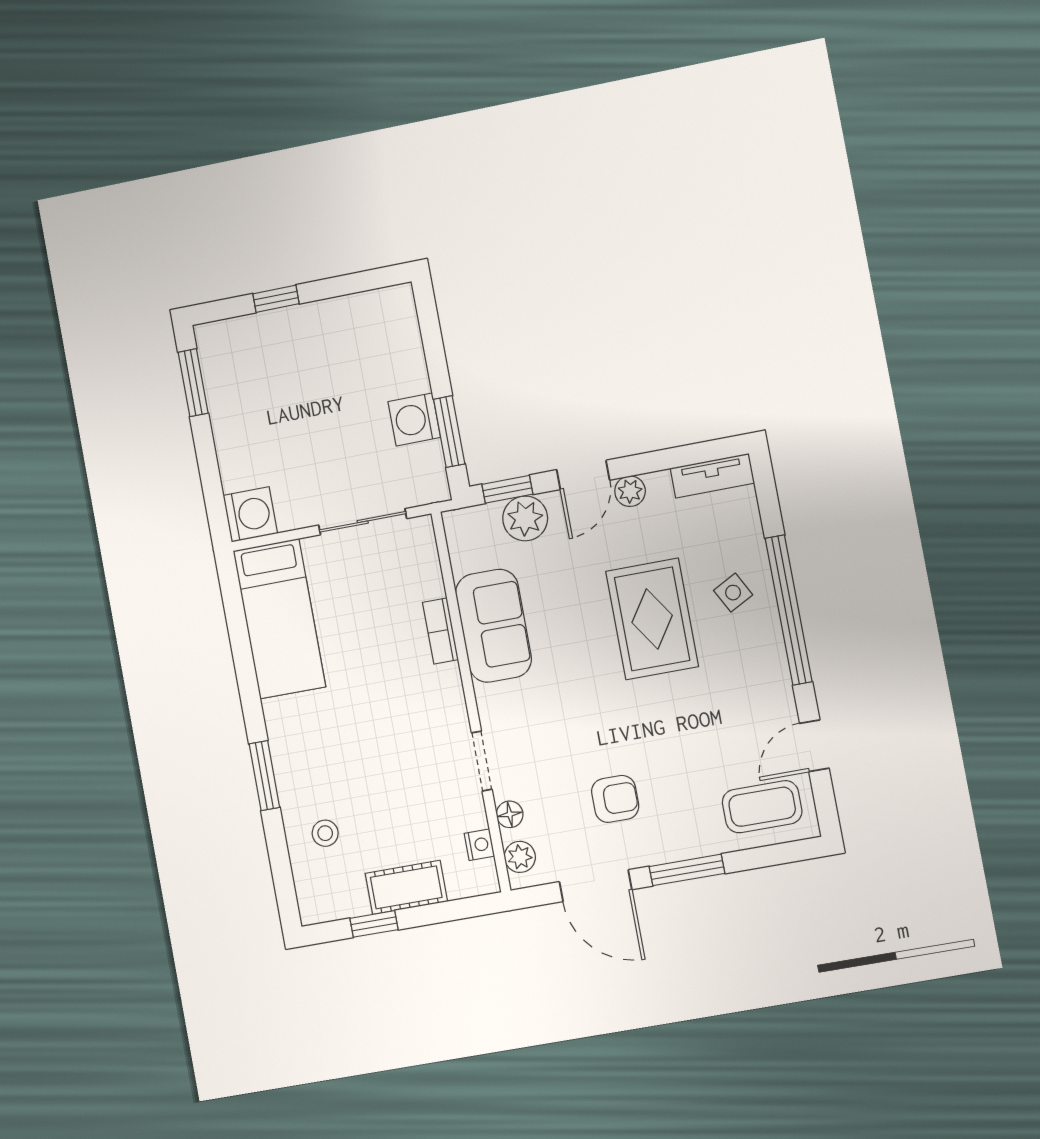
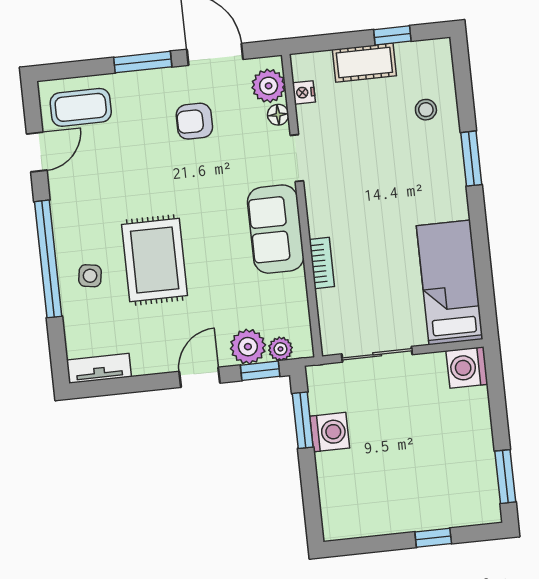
plant: (630, 491) -> (280, 349), moved
side table: (733, 593) -> (90, 276), turned 37
sofa: (494, 626) -> (276, 229), moved
plant: (520, 857) -> (269, 86), width x1.38, depth x1.38

